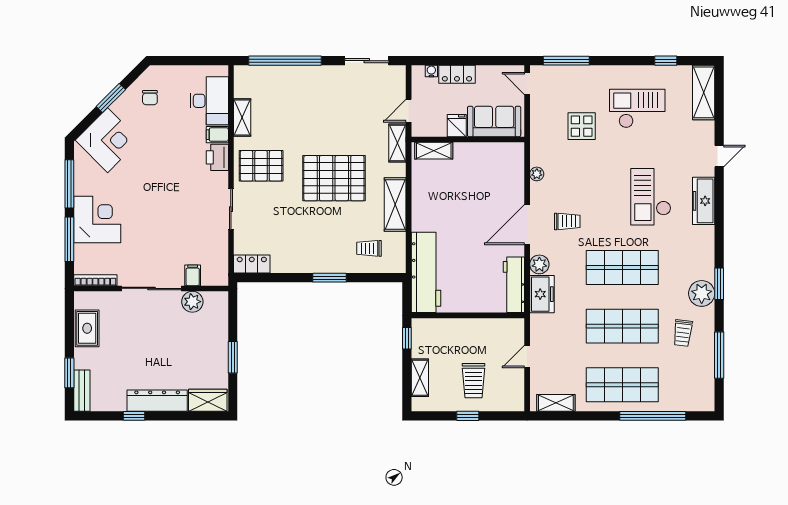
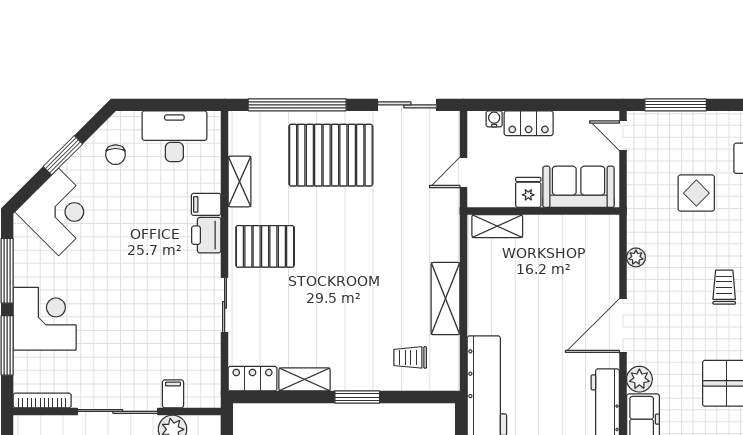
desk: (209, 101) -> (174, 136), moved, turned -90
shelving: (397, 143) -> (305, 379), moved, turned 90
pallet: (334, 178) -> (331, 155), moved
trolley: (567, 221) -> (724, 287), moved, turned -90

